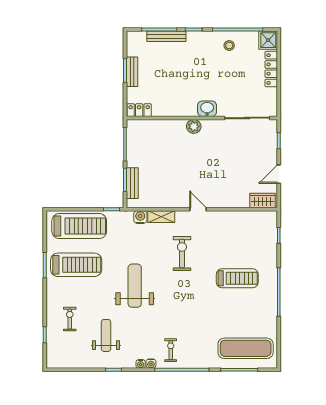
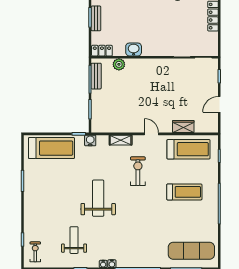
washbasin: (207, 109) -> (134, 49), moved
plant: (194, 126) -> (119, 64), moved
bench: (132, 183) -> (96, 76), moved
wardrobe: (262, 200) -> (183, 127), moved
water cooler: (140, 217) -> (90, 141), moved
treadmill: (76, 265) -> (188, 149), moved
exercise bike: (70, 319) -> (35, 252), moved
exercise bike: (171, 350) -> (128, 252), removed

